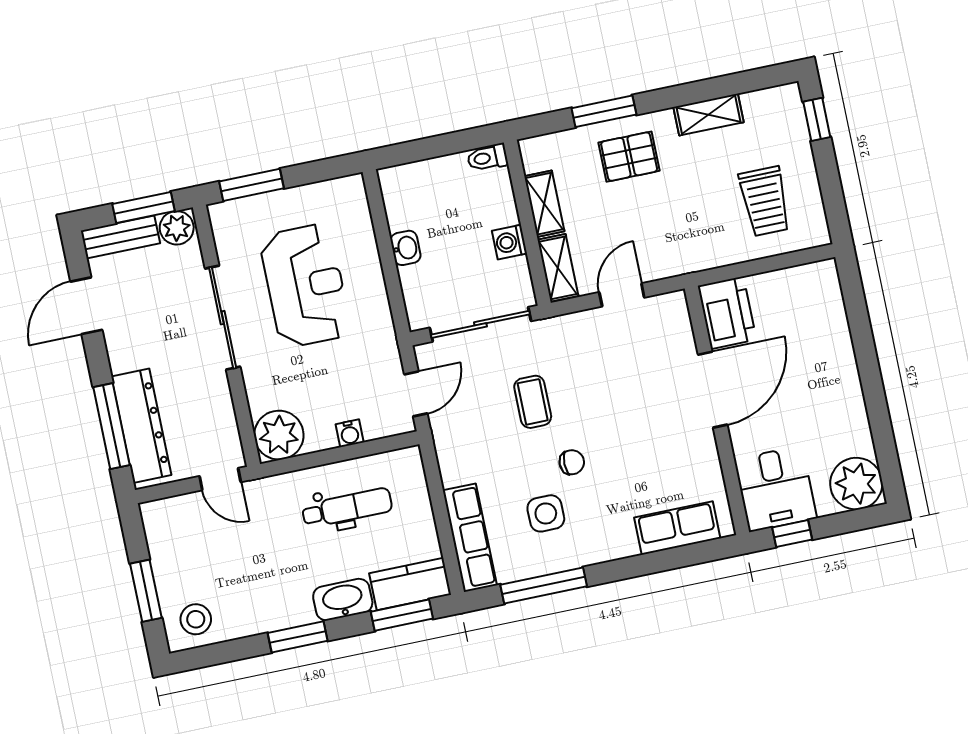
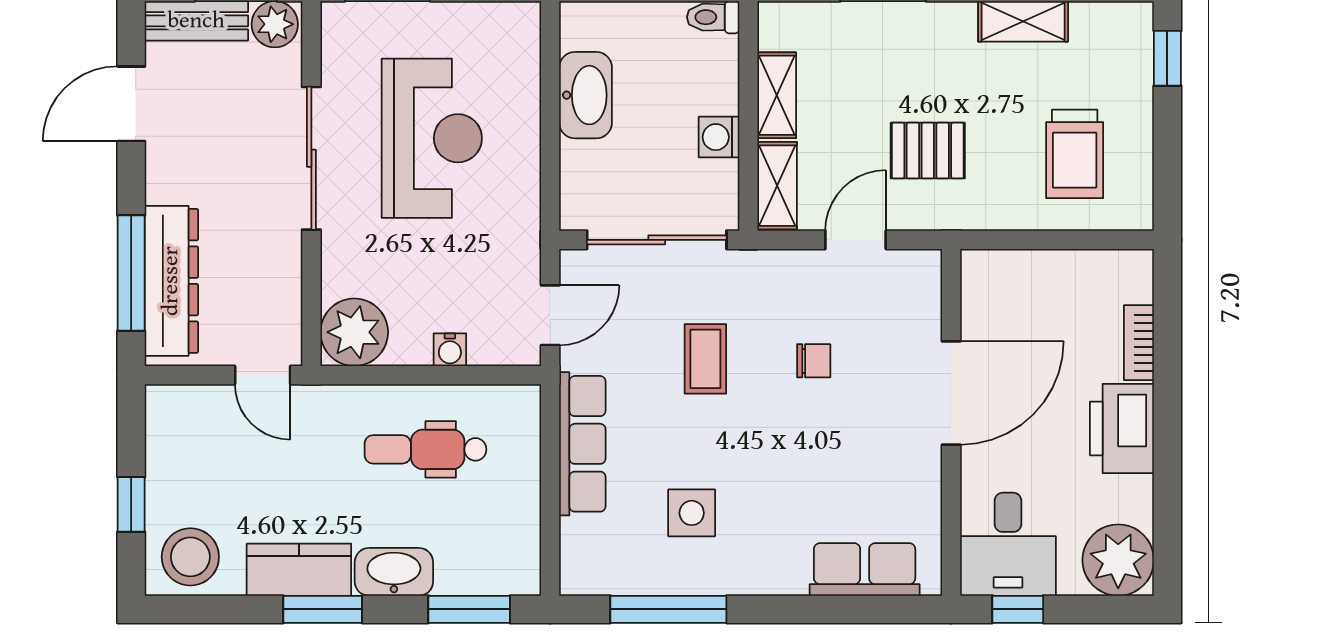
pallet: (629, 157) -> (928, 151), moved
washbasin: (406, 248) -> (586, 95), width x1.91, depth x1.45
printer: (727, 313) -> (1122, 428), moved, turned 180
bookcase: (839, 326) -> (1139, 343), added
chair: (572, 462) -> (814, 361), moved
dental chair: (347, 508) -> (425, 449), turned 180
row of seats: (470, 538) -> (582, 444), moved
kitchen counter: (410, 584) -> (299, 570), moved
window: (146, 591) -> (131, 504), width x0.67
stool: (196, 619) -> (190, 557), width x1.38, depth x1.38

